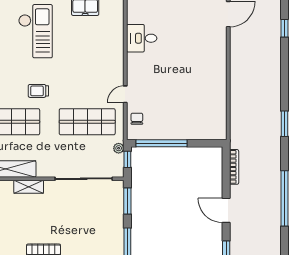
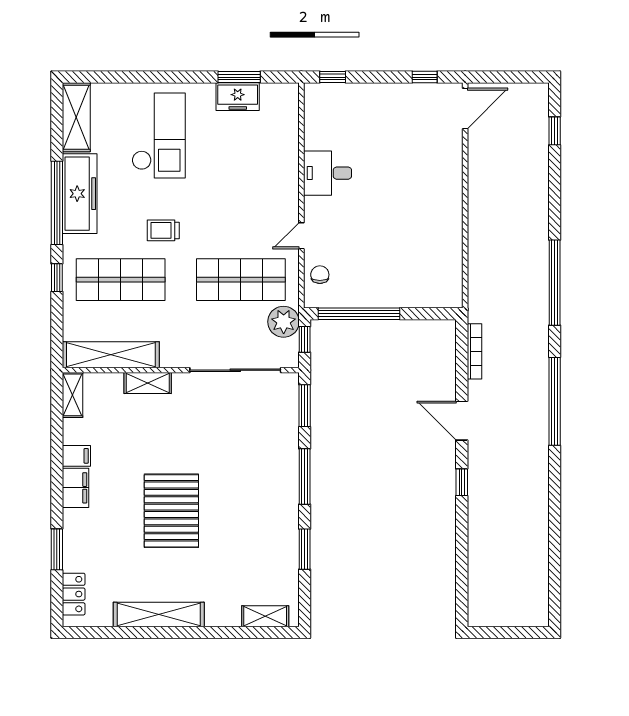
desk: (142, 38) -> (328, 173), moved
window: (285, 124) -> (555, 283), width x2.11
plant: (119, 148) -> (284, 322), width x1.88, depth x1.88

